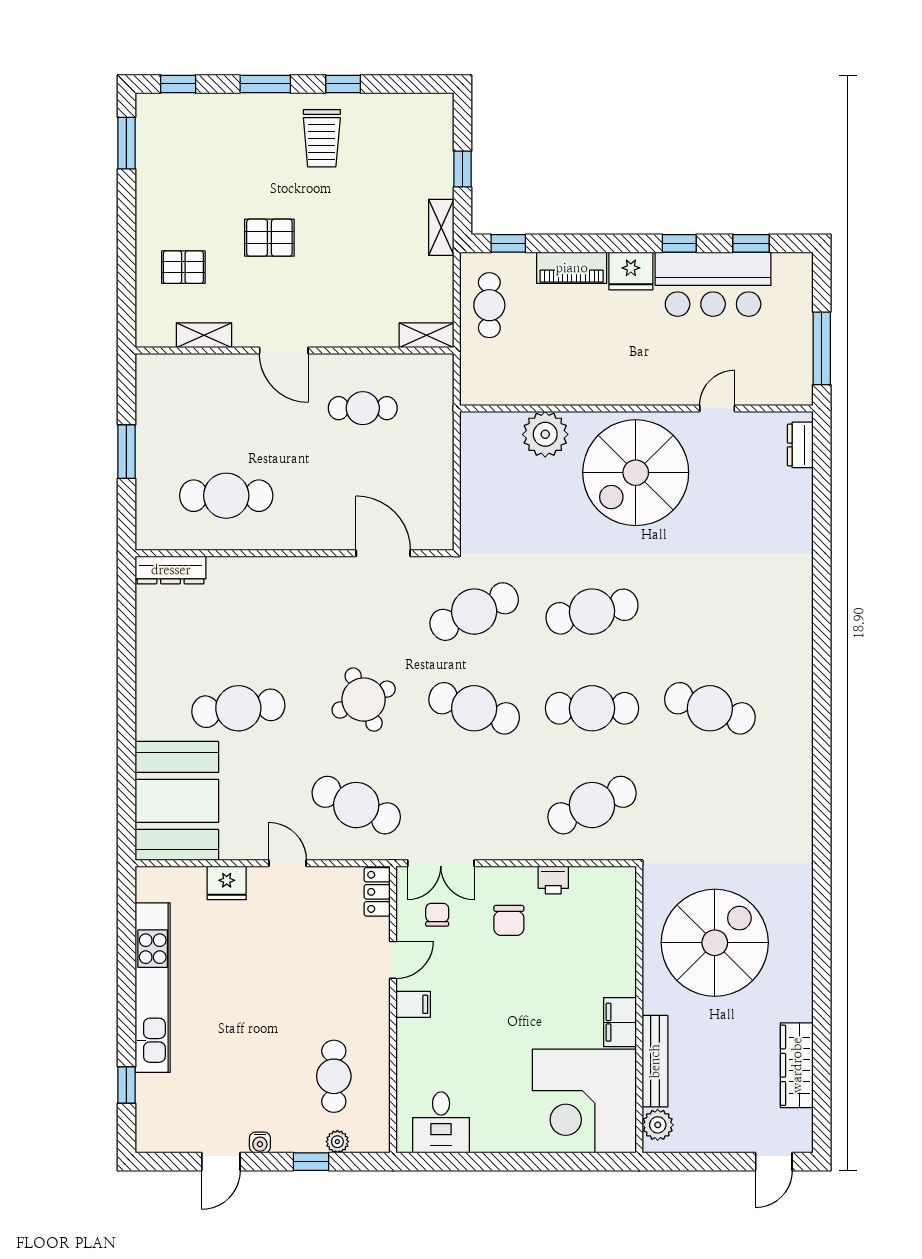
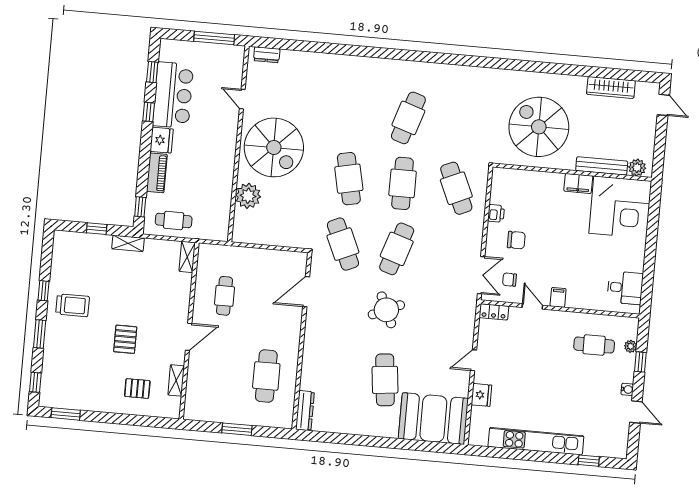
pallet: (183, 267) -> (137, 389), turned 90
cafe table: (356, 805) -> (445, 319), removed

